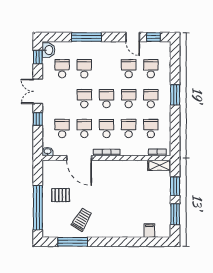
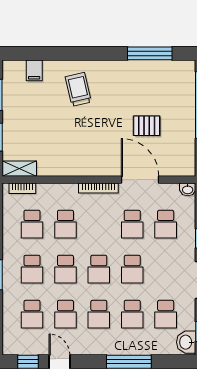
school desk: (106, 128) -> (99, 314), moved
pallet: (61, 195) -> (147, 126), moved
trolley: (82, 220) -> (78, 89), moved, turned 136

